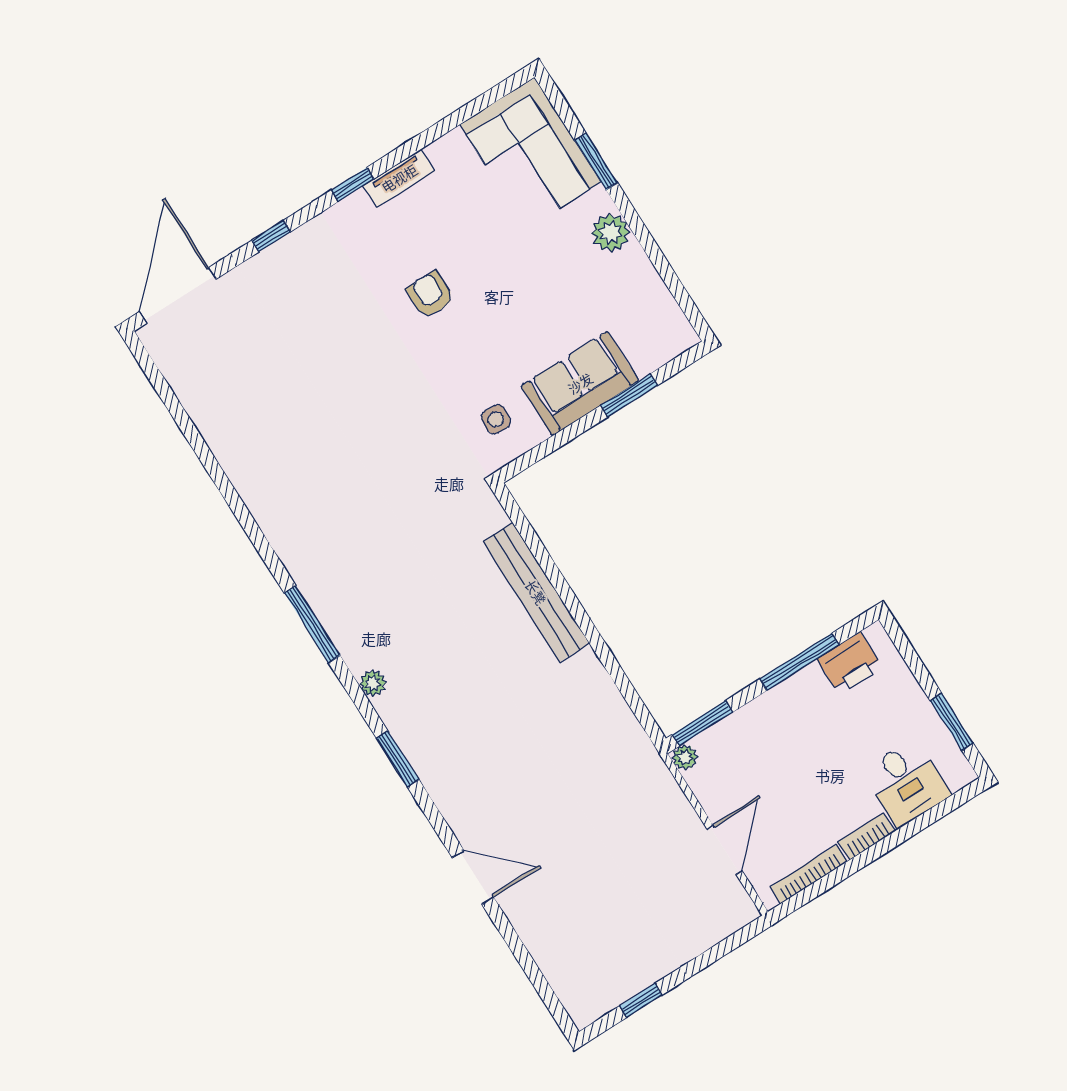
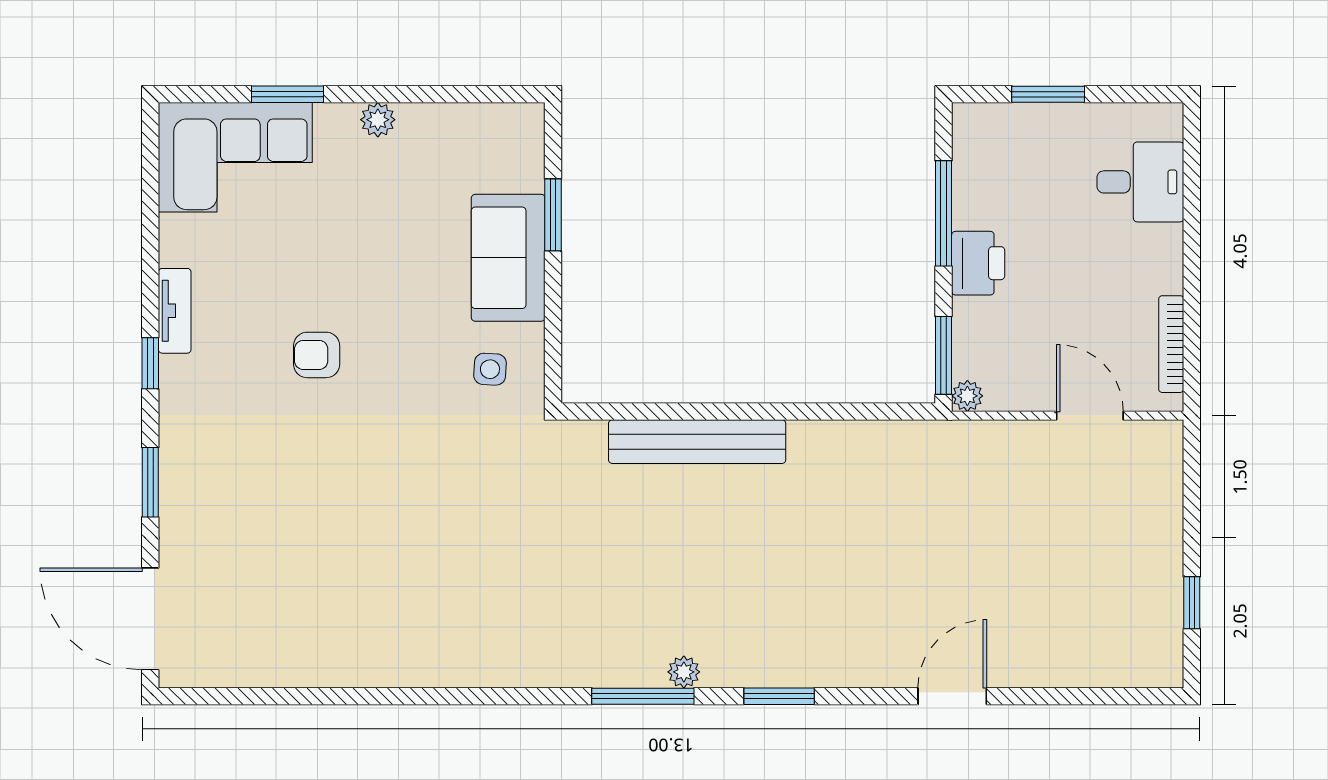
plant: (611, 233) -> (378, 120), width x0.73, depth x0.73
window: (271, 236) -> (150, 482), width x1.50
window: (312, 624) -> (643, 696), moved
printer: (850, 663) -> (978, 263), moved
window: (952, 722) -> (1048, 94), moved
bookcase: (867, 837) -> (1170, 259), removed

